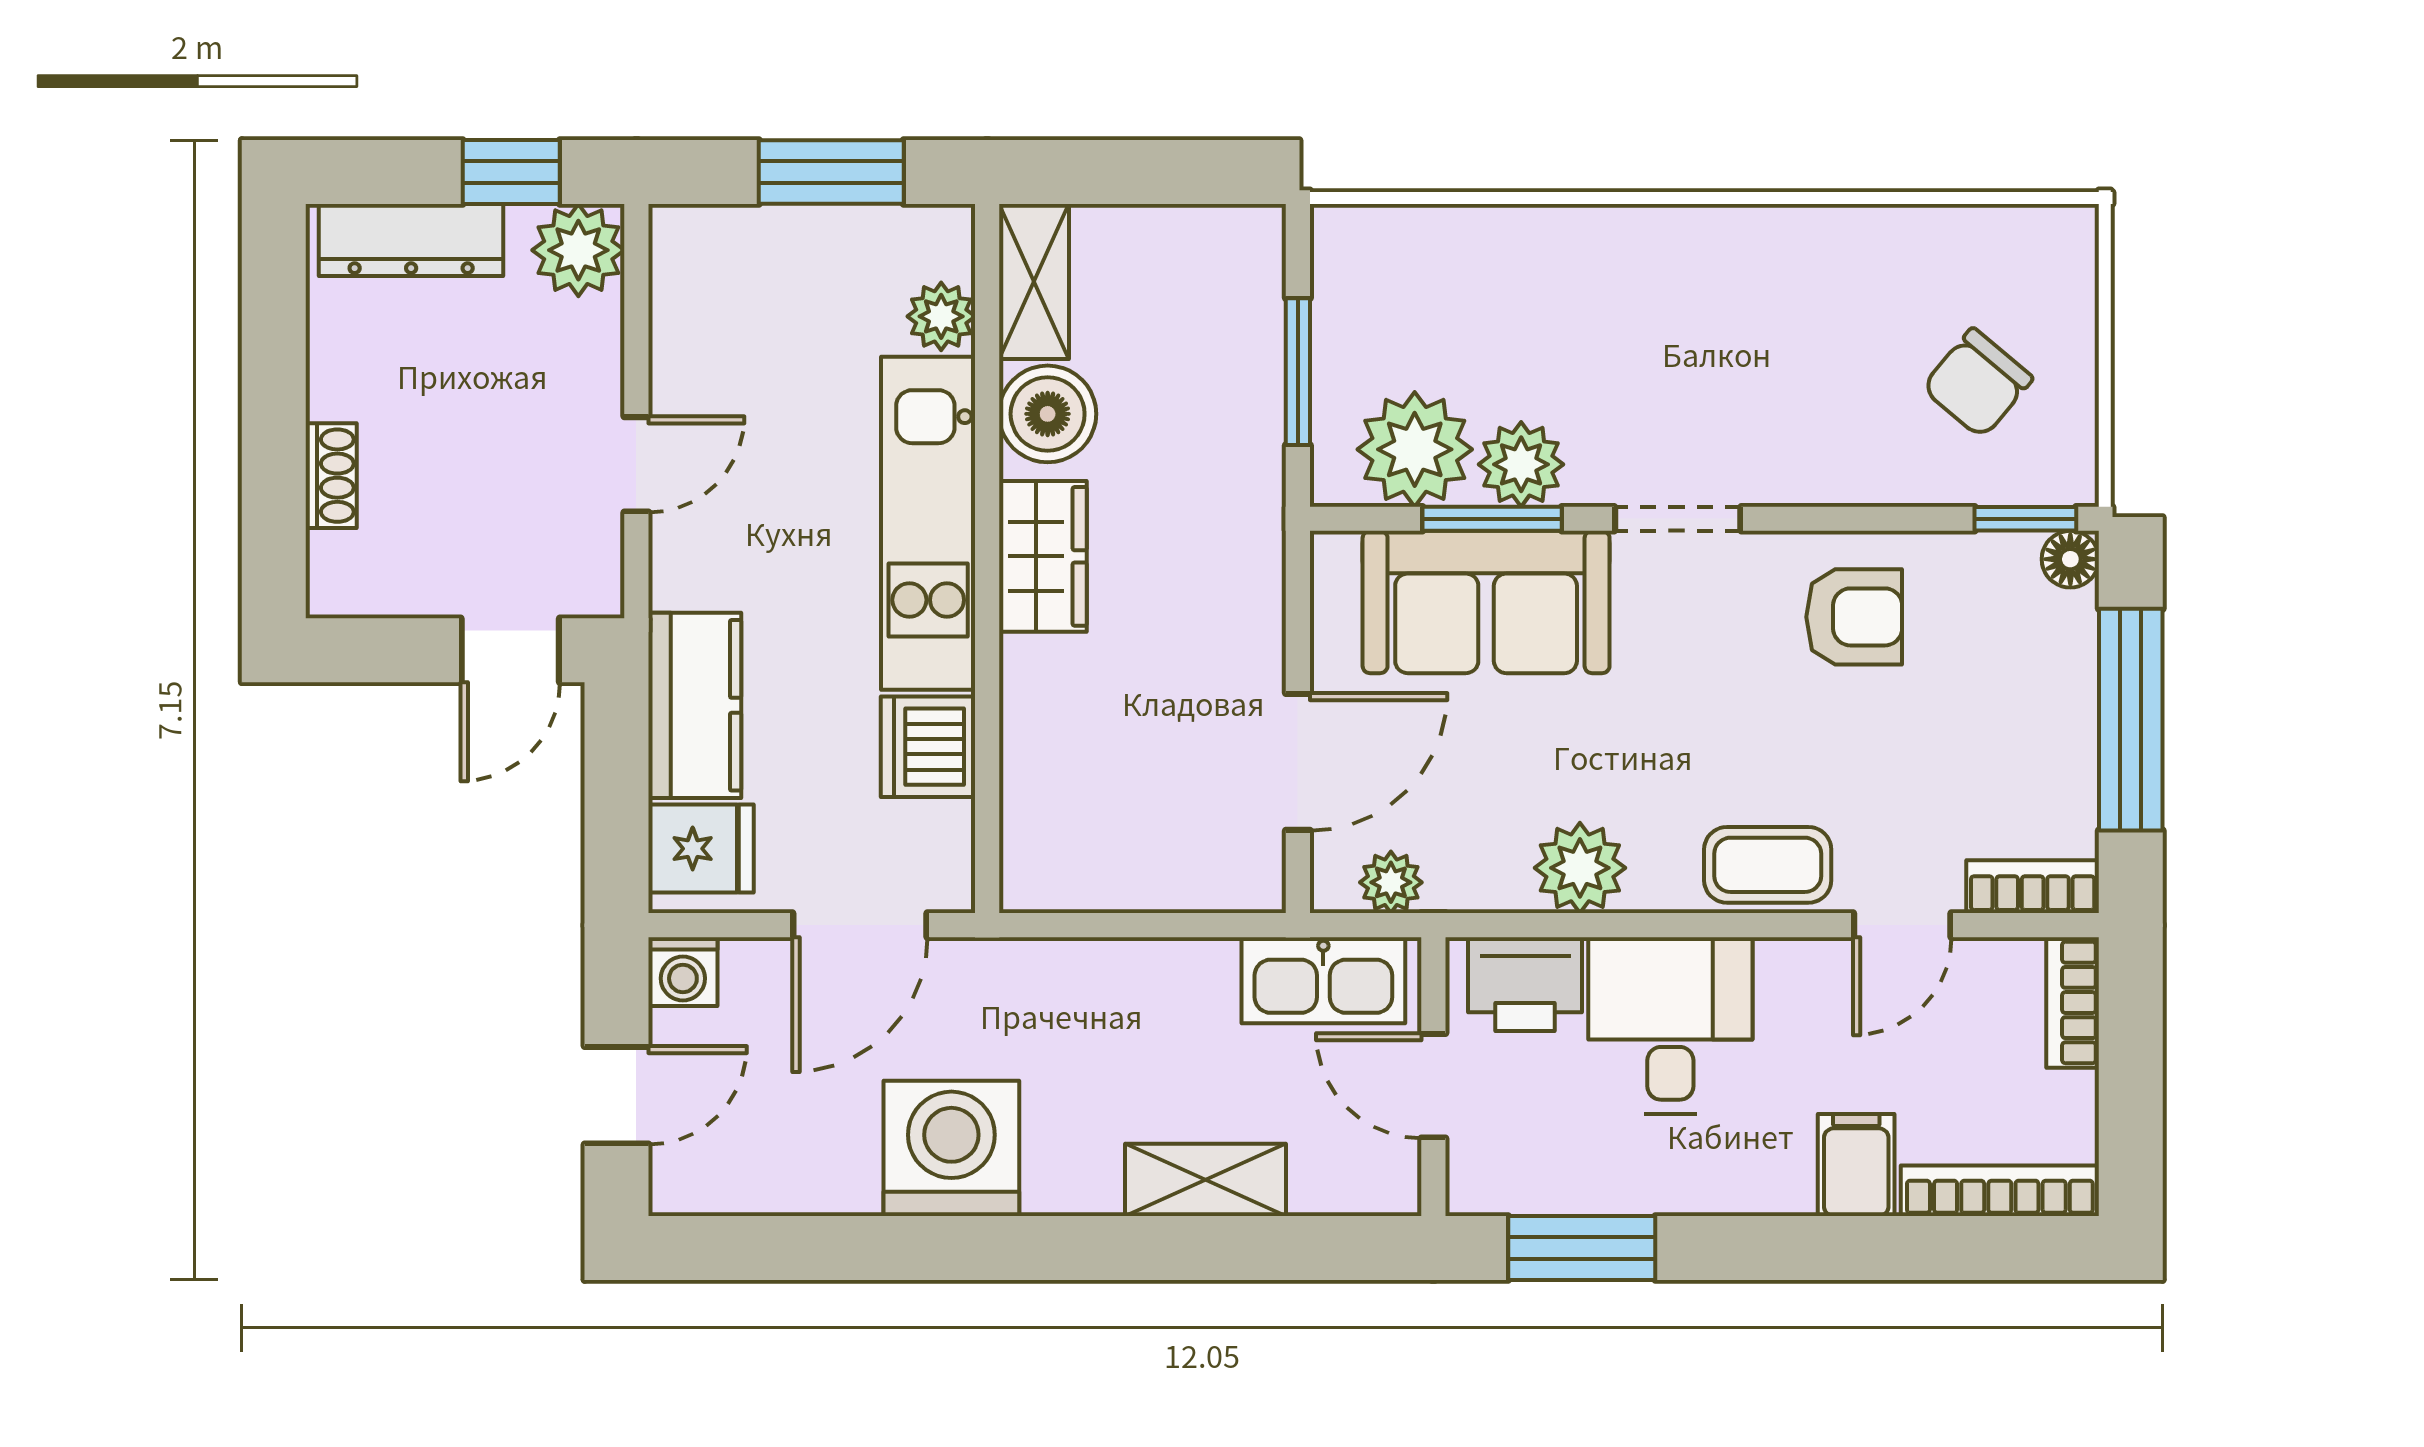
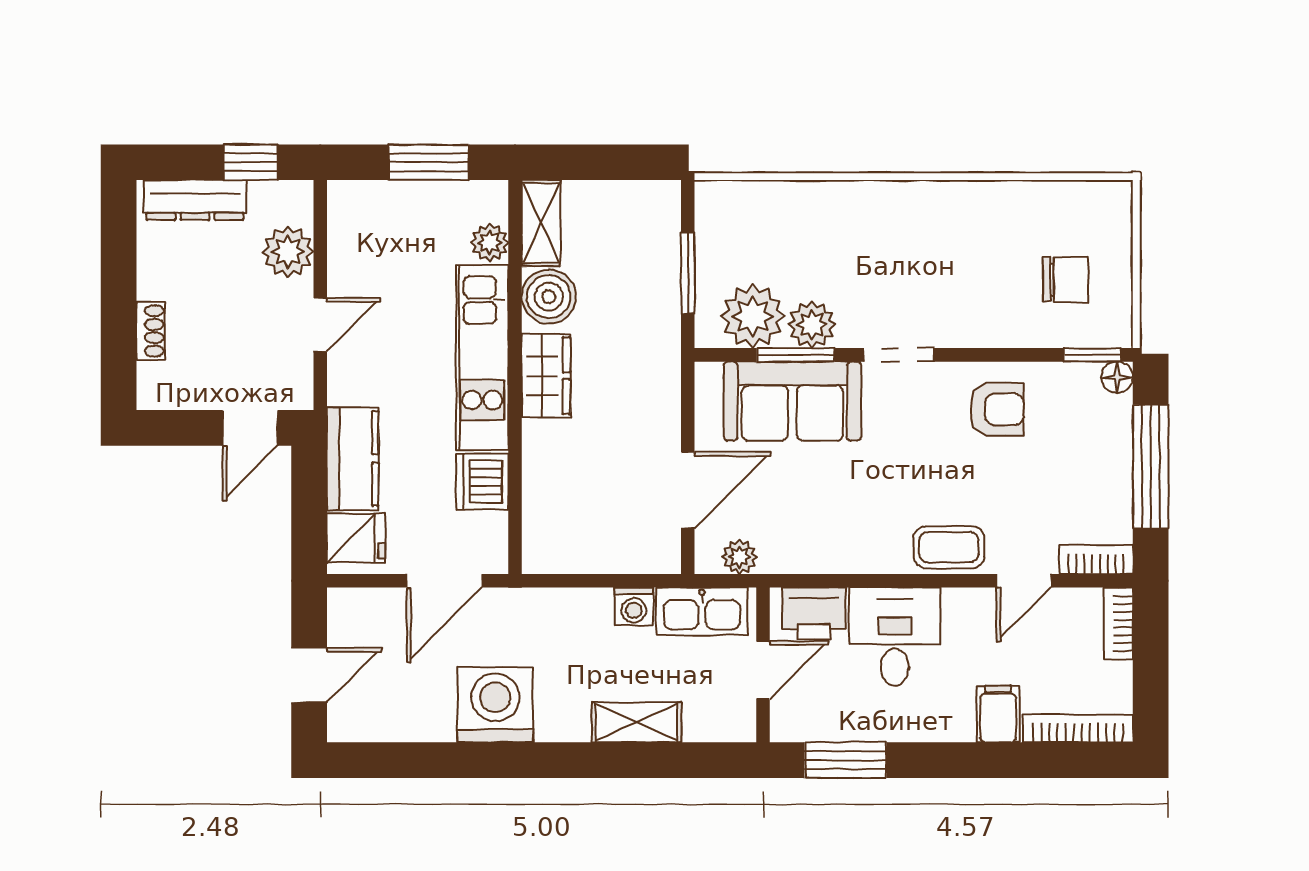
plant: (578, 250) -> (288, 252), moved
chair: (1977, 383) -> (1065, 279), turned -130
plant: (1580, 868) -> (845, 549), removed
washing machine: (683, 972) -> (634, 607), moved
door: (1433, 1086) -> (763, 670), swing flipped

